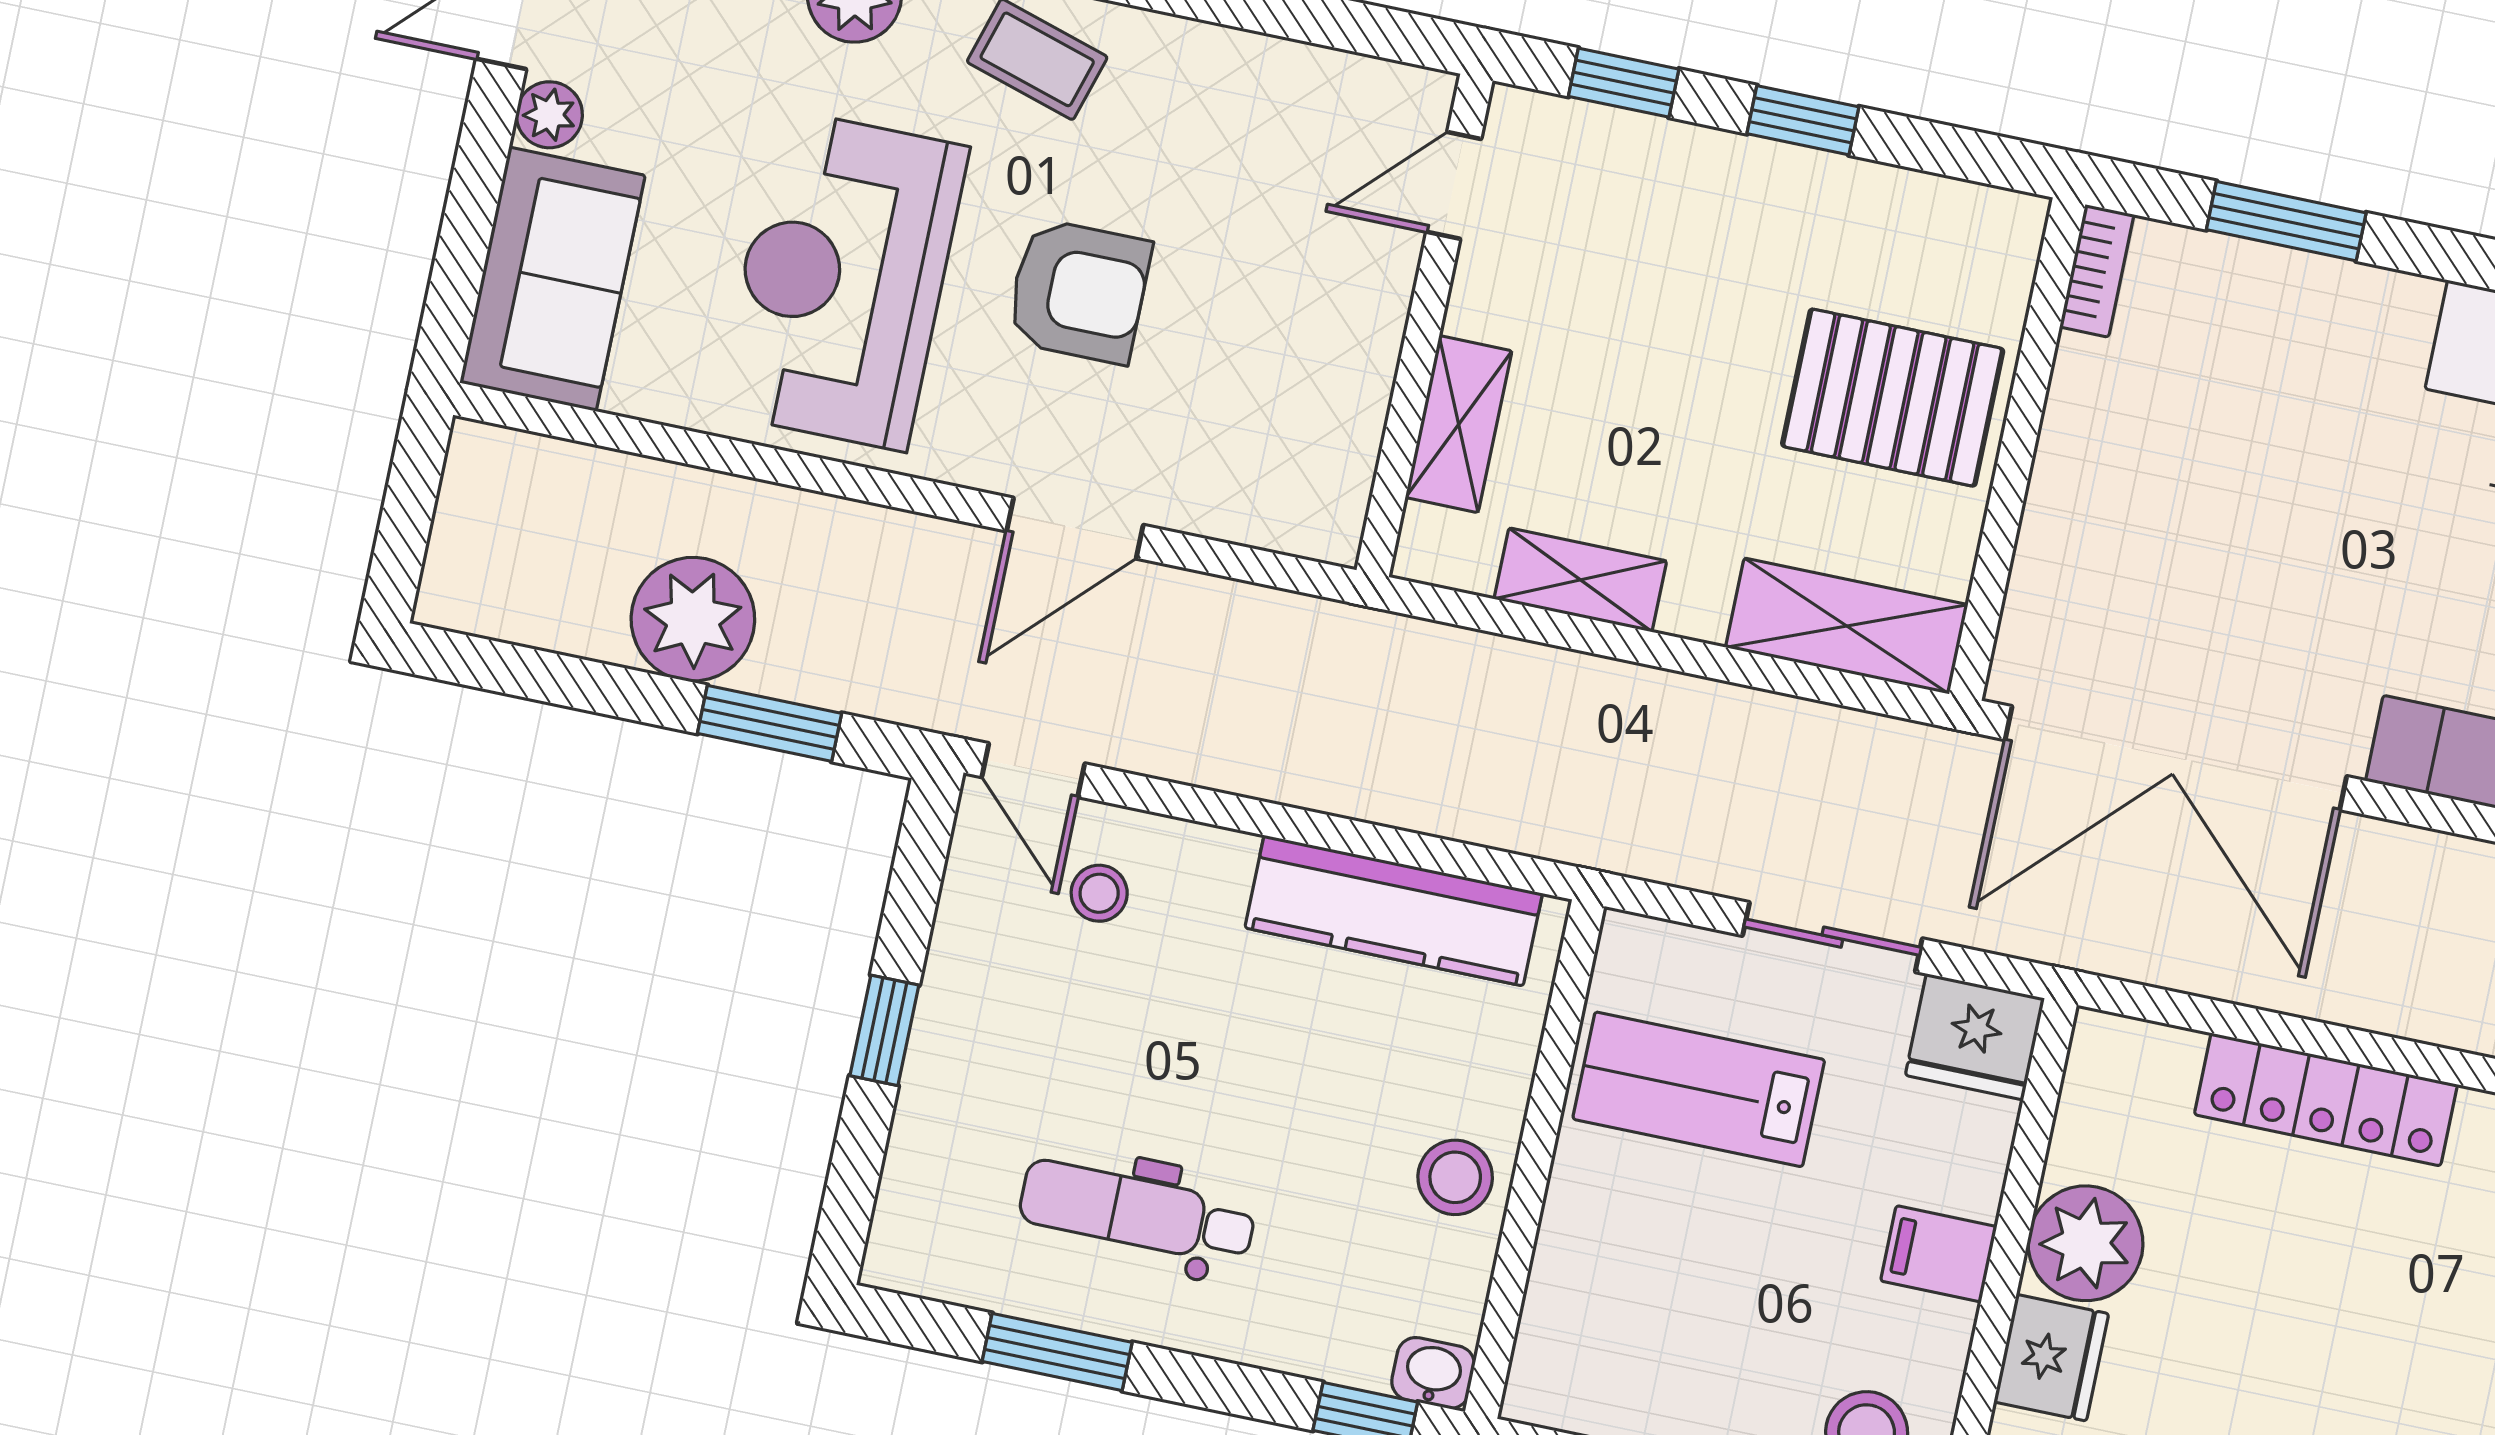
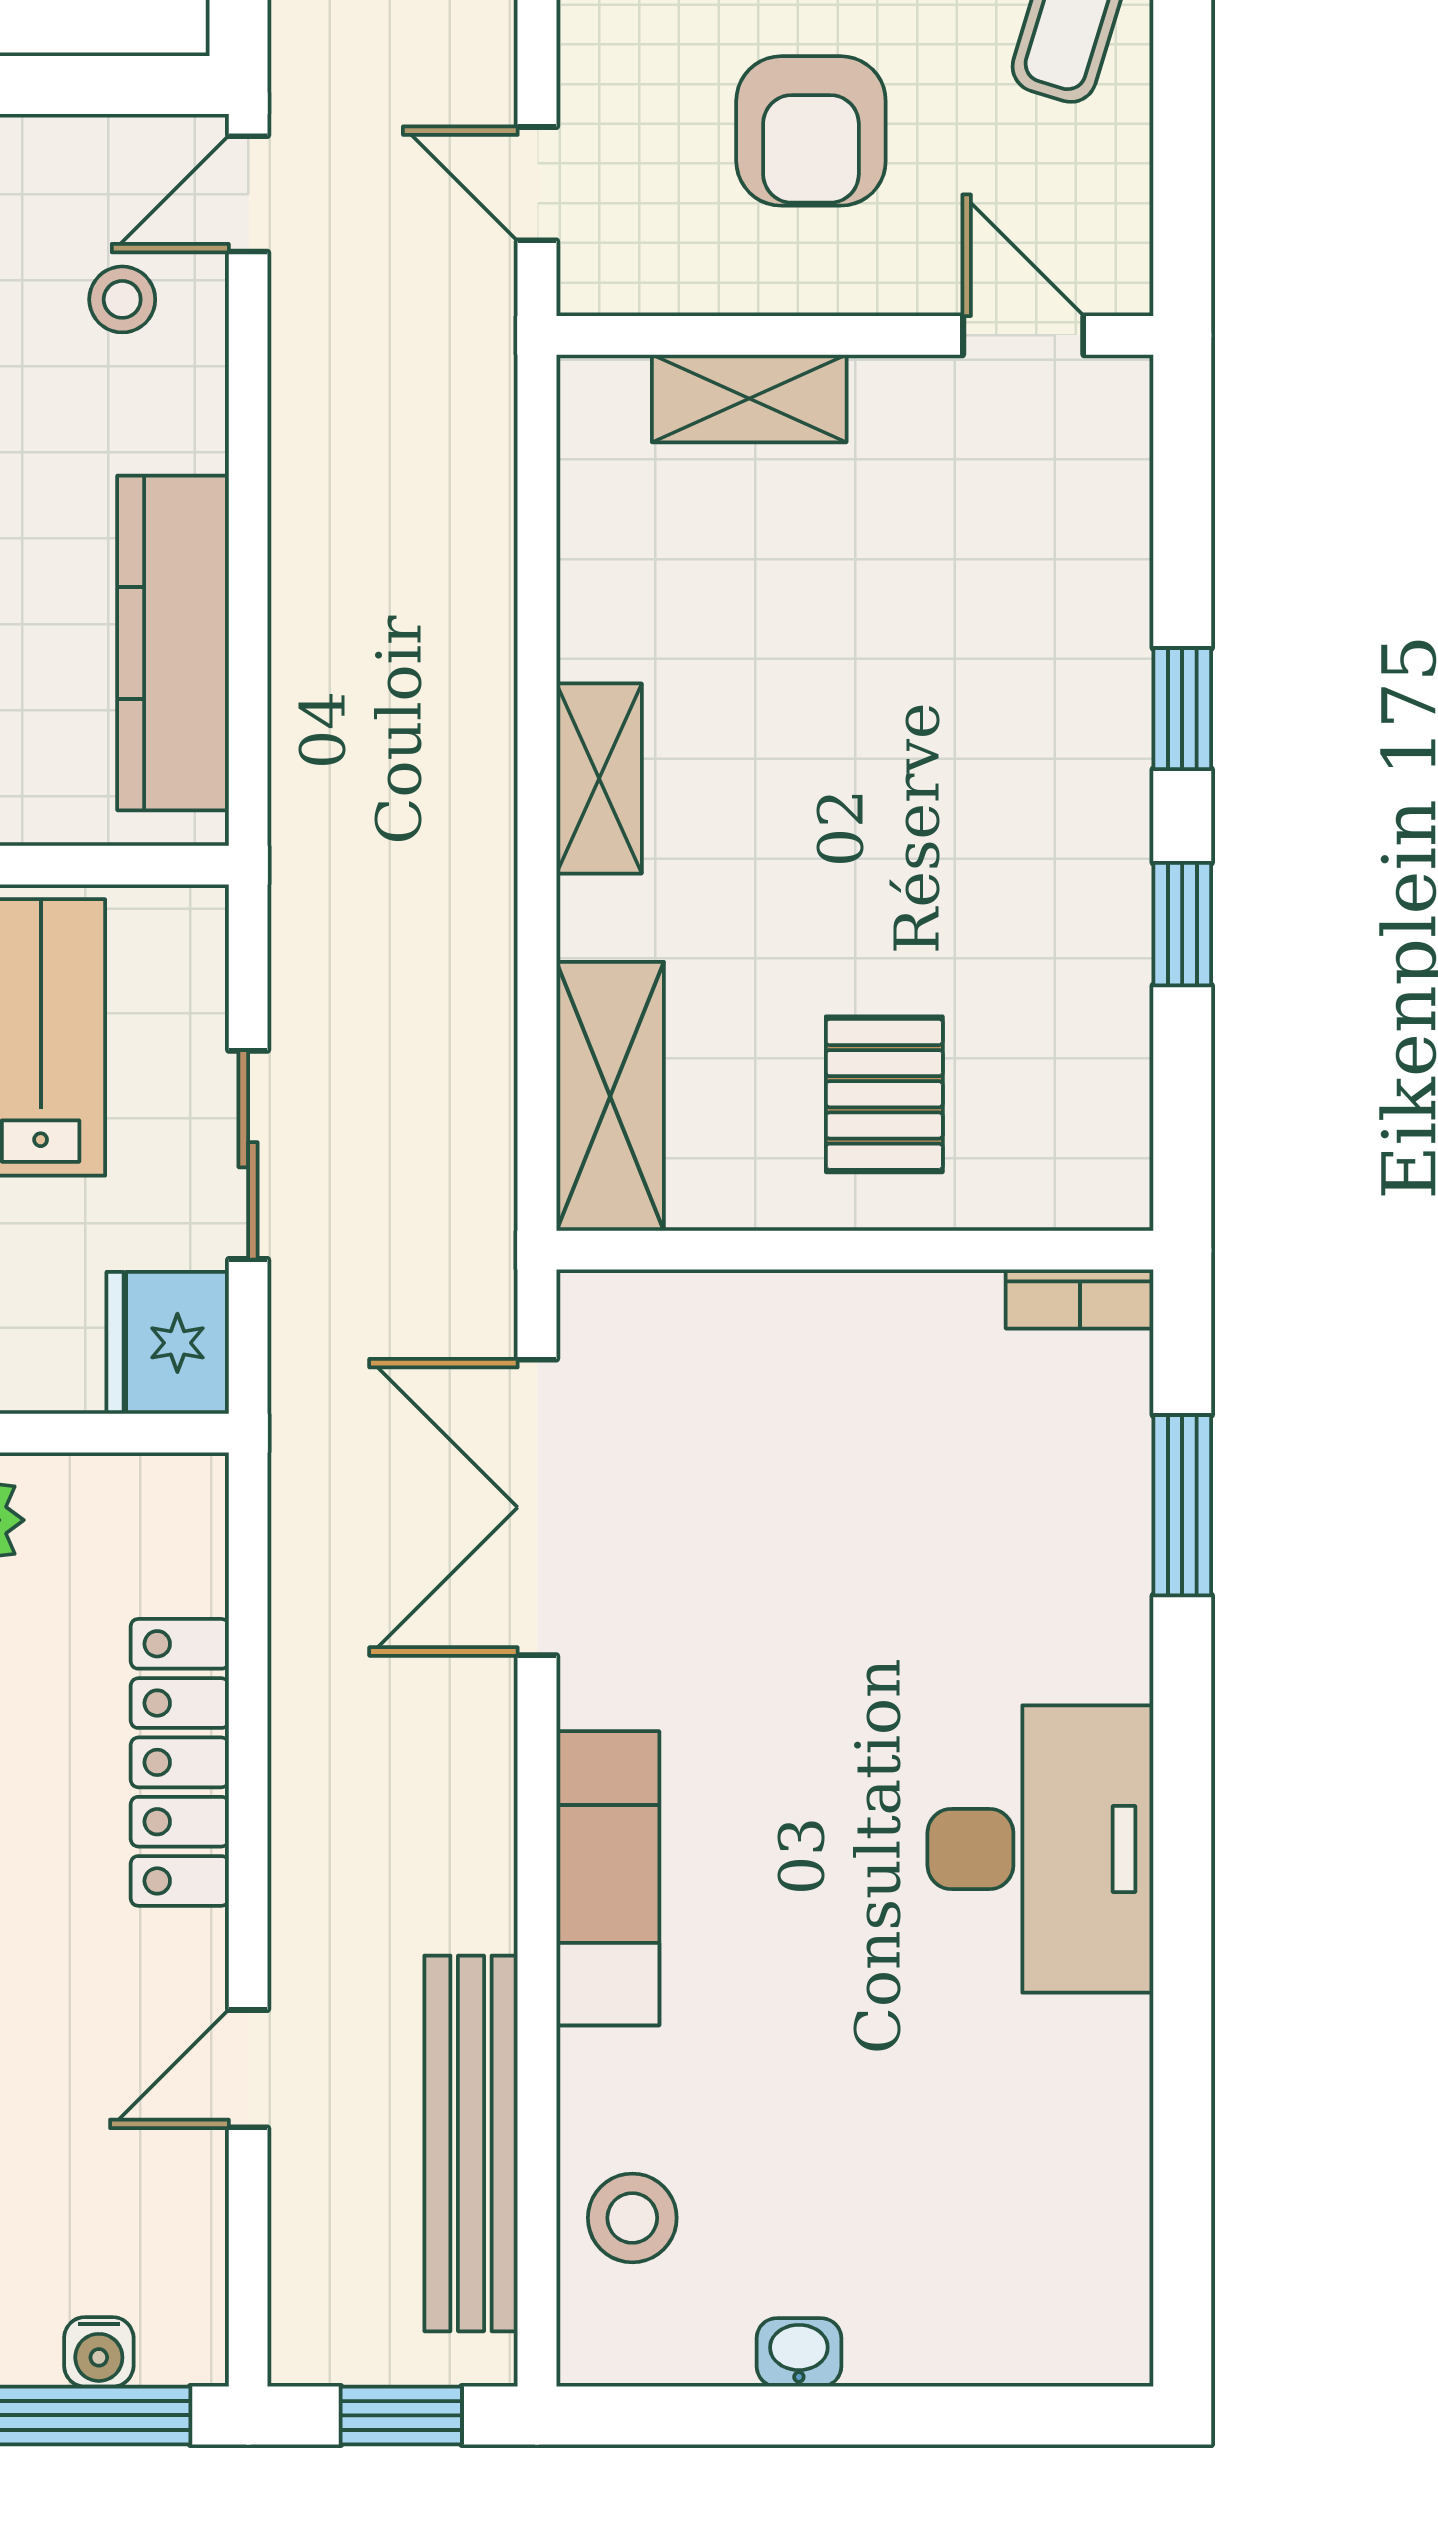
door: (1454, 185) -> (1023, 335), moved
wall: (1425, 325) -> (855, 335), moved
pallet: (1893, 398) -> (884, 1094), width x0.67, depth x0.71
shelving: (1459, 424) -> (749, 398), moved
door: (1075, 528) -> (537, 184), width x0.73
double door: (2176, 758) -> (537, 1507), width x0.73

